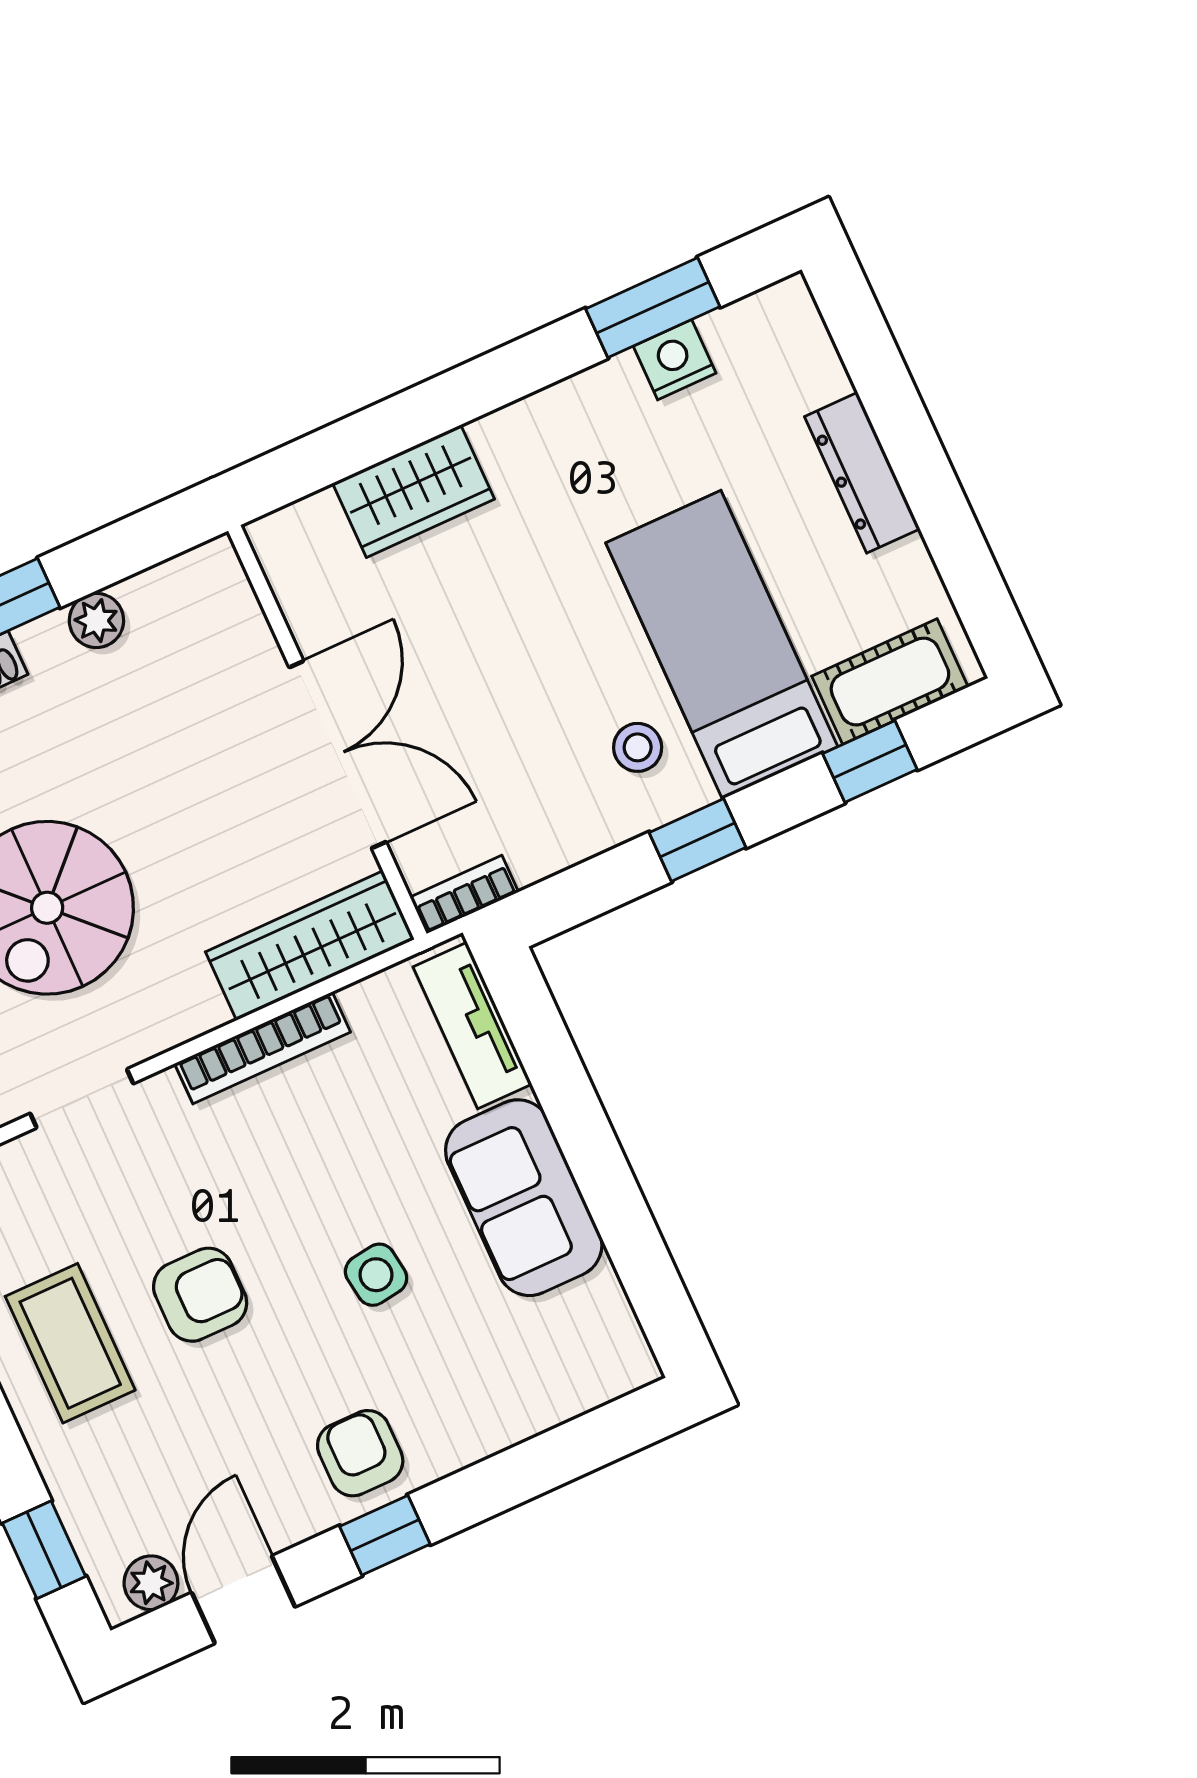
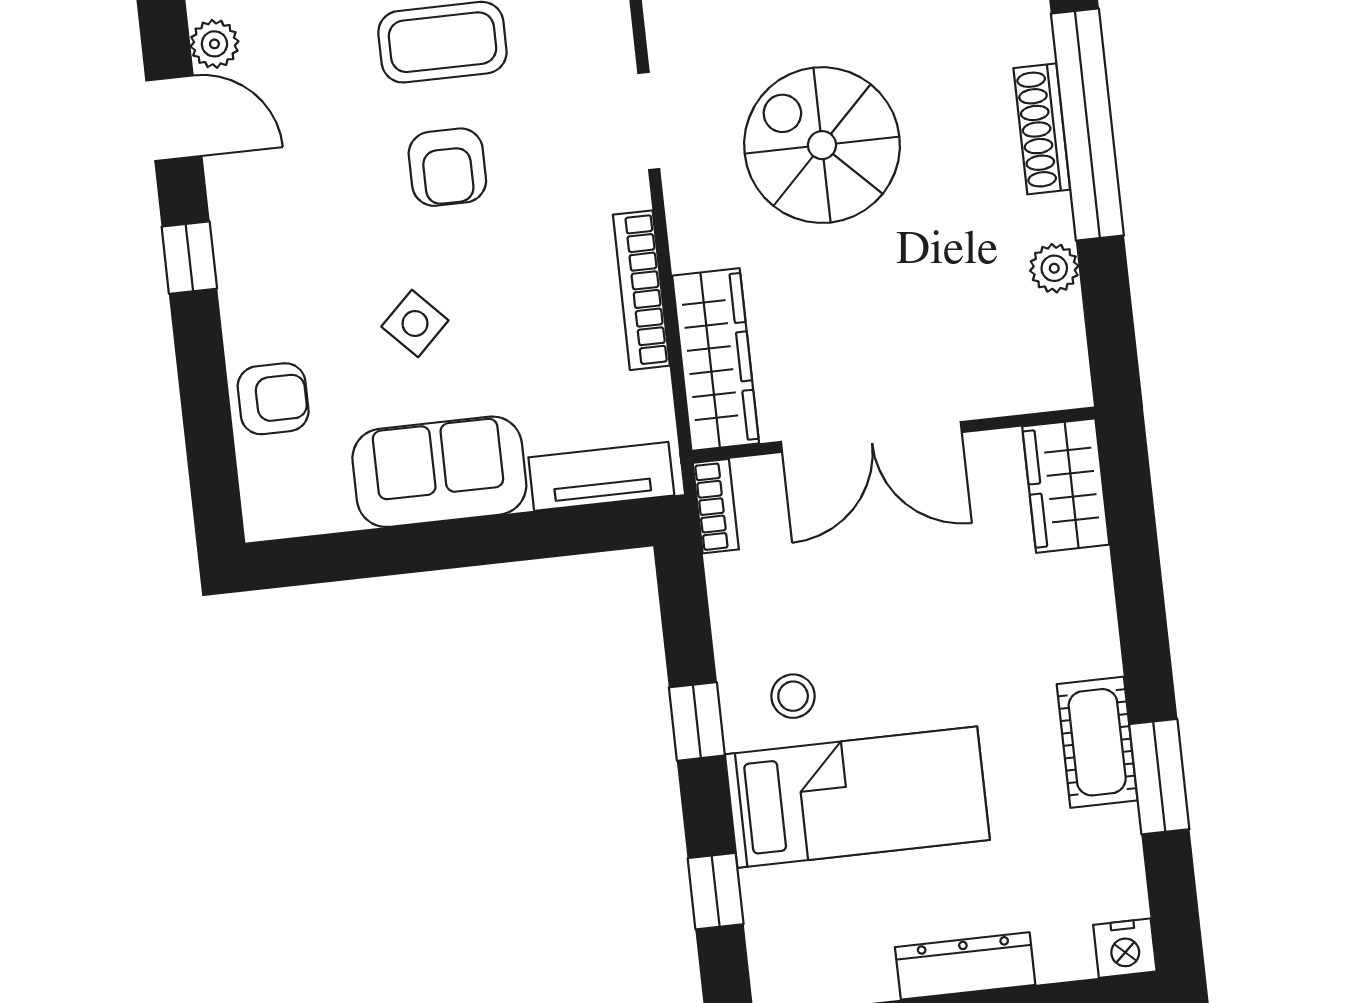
window: (653, 308) -> (1159, 777), moved
nightstand: (675, 360) -> (1125, 948), moved, turned 90
wardrobe: (413, 491) -> (1066, 486), moved
cot: (890, 682) -> (1097, 742), moved
side table: (376, 1275) -> (415, 323), turned -36
armchair: (360, 1453) -> (273, 399), moved

